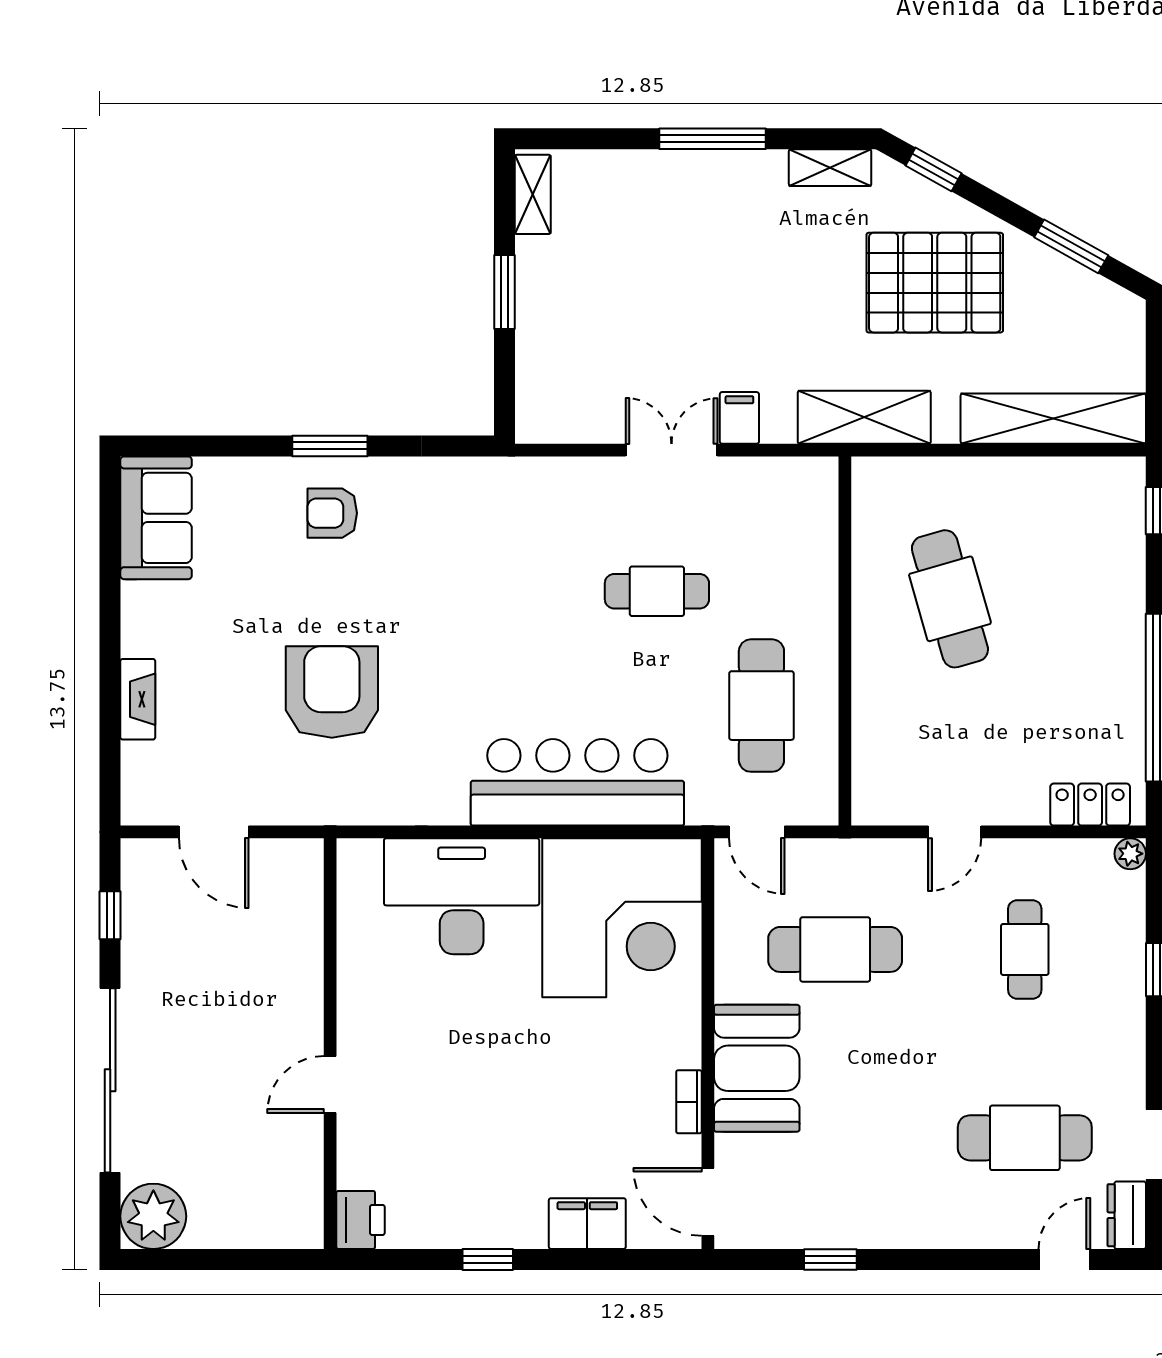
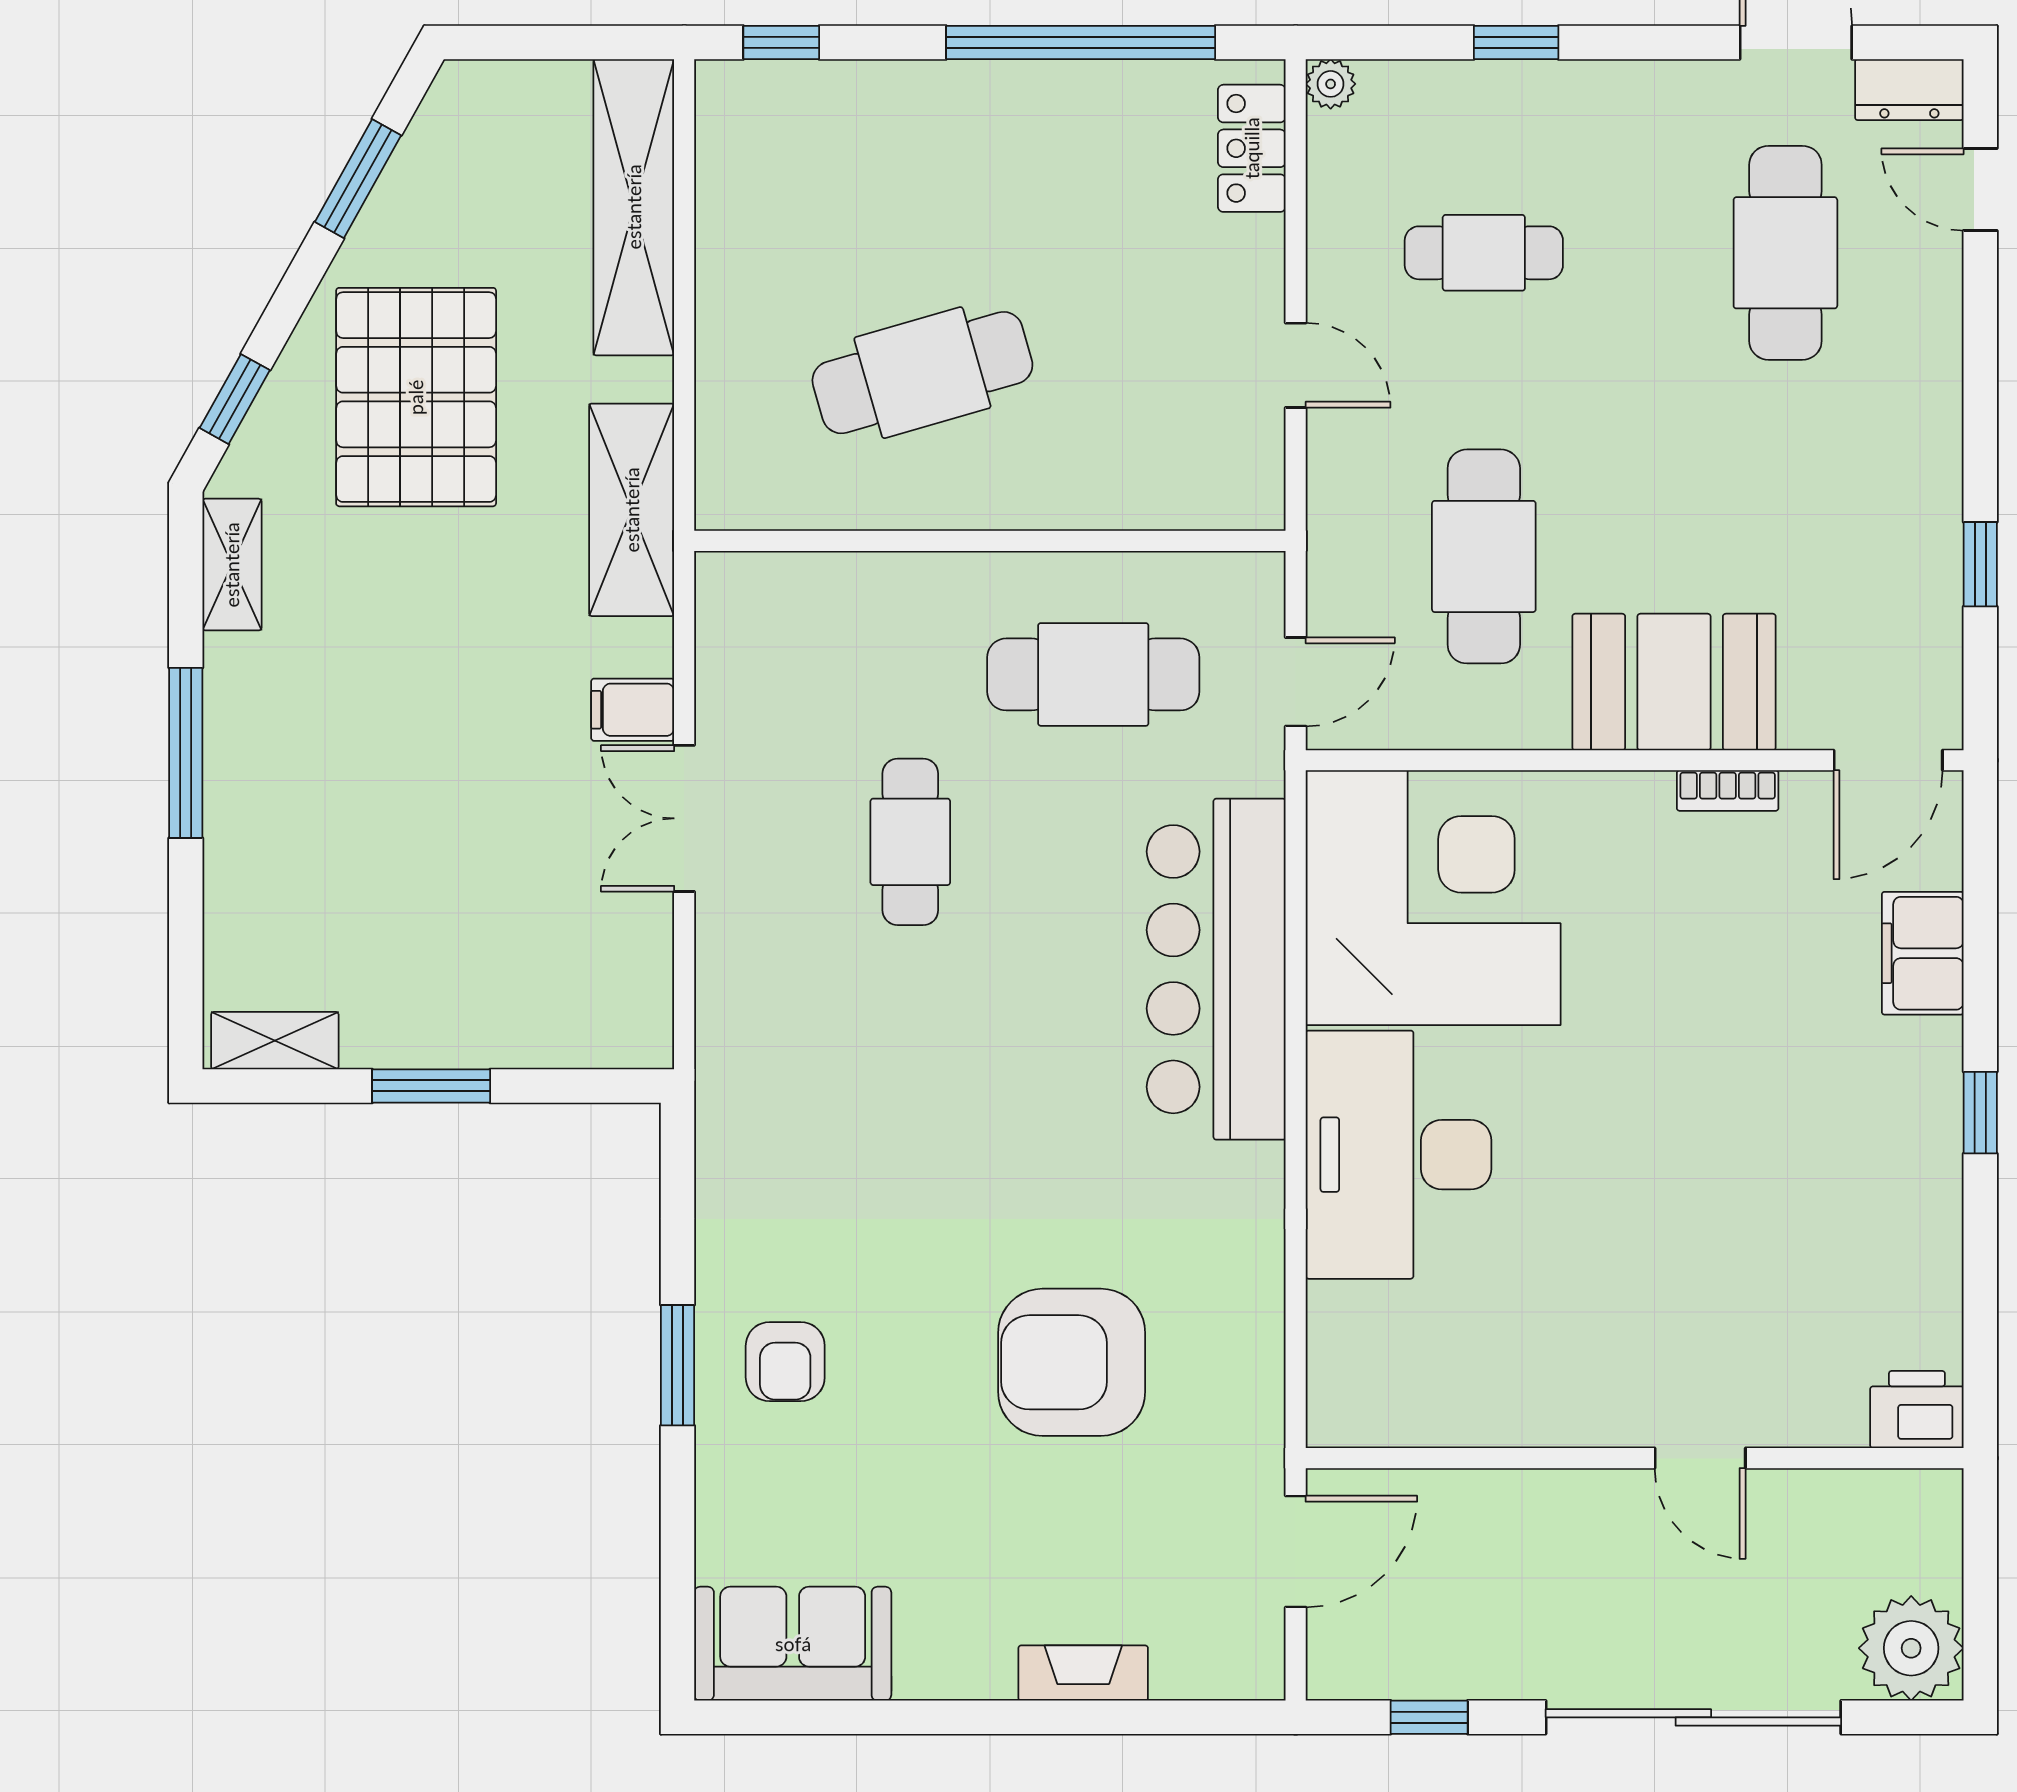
wall: (330, 1044) -> (1635, 1458), moved
door: (330, 1085) -> (1700, 1458), moved
printer: (360, 1220) -> (1917, 1410), moved

